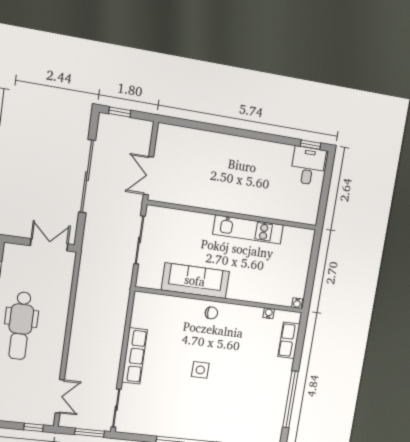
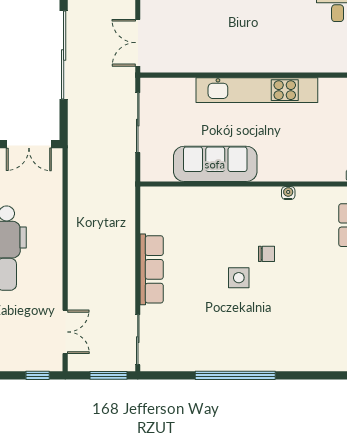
kitchen unit: (248, 230) -> (257, 90), width x1.36
double door: (49, 245) -> (29, 144), swing flipped
chair: (211, 313) -> (266, 254), moved
water cooler: (269, 313) -> (288, 193), moved

